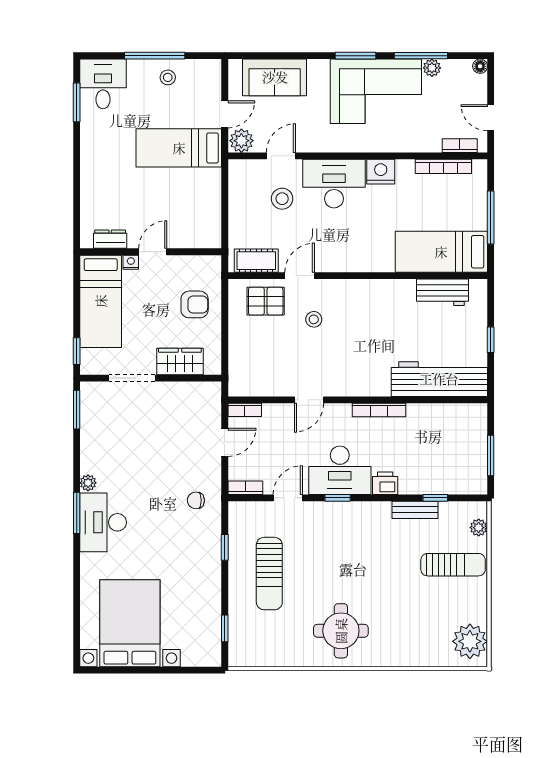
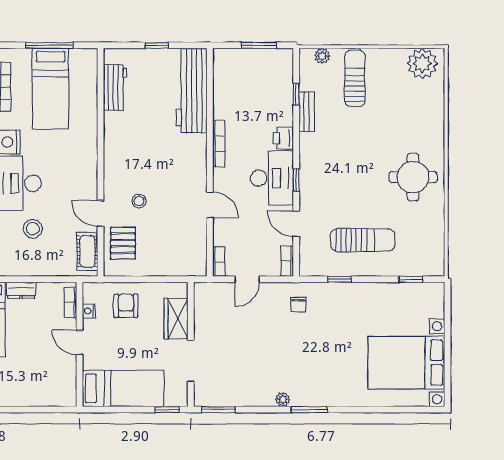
dresser: (110, 239) -> (21, 290), moved, turned -90
bookcase: (198, 242) -> (71, 302), added
bed: (441, 252) -> (51, 89), moved
nightstand: (131, 262) -> (89, 311), moved
door: (225, 442) -> (247, 279), swing flipped
desk: (103, 522) -> (318, 386), removed

